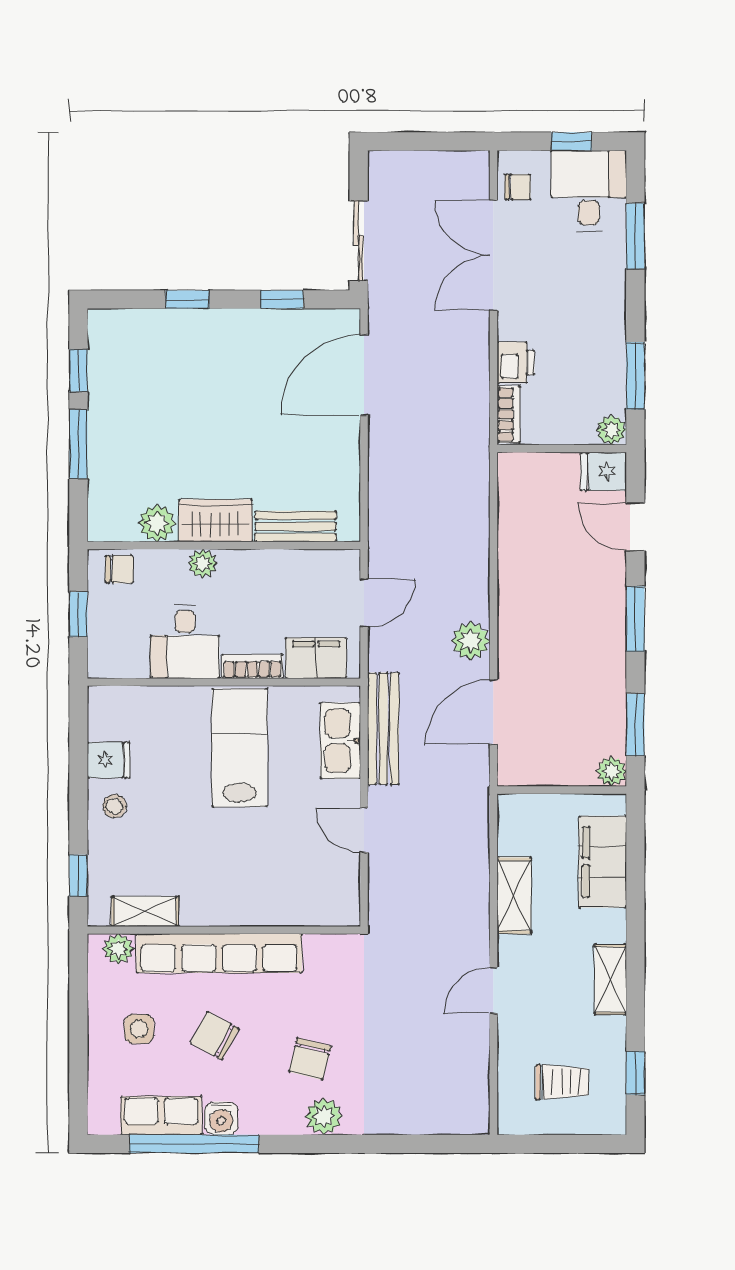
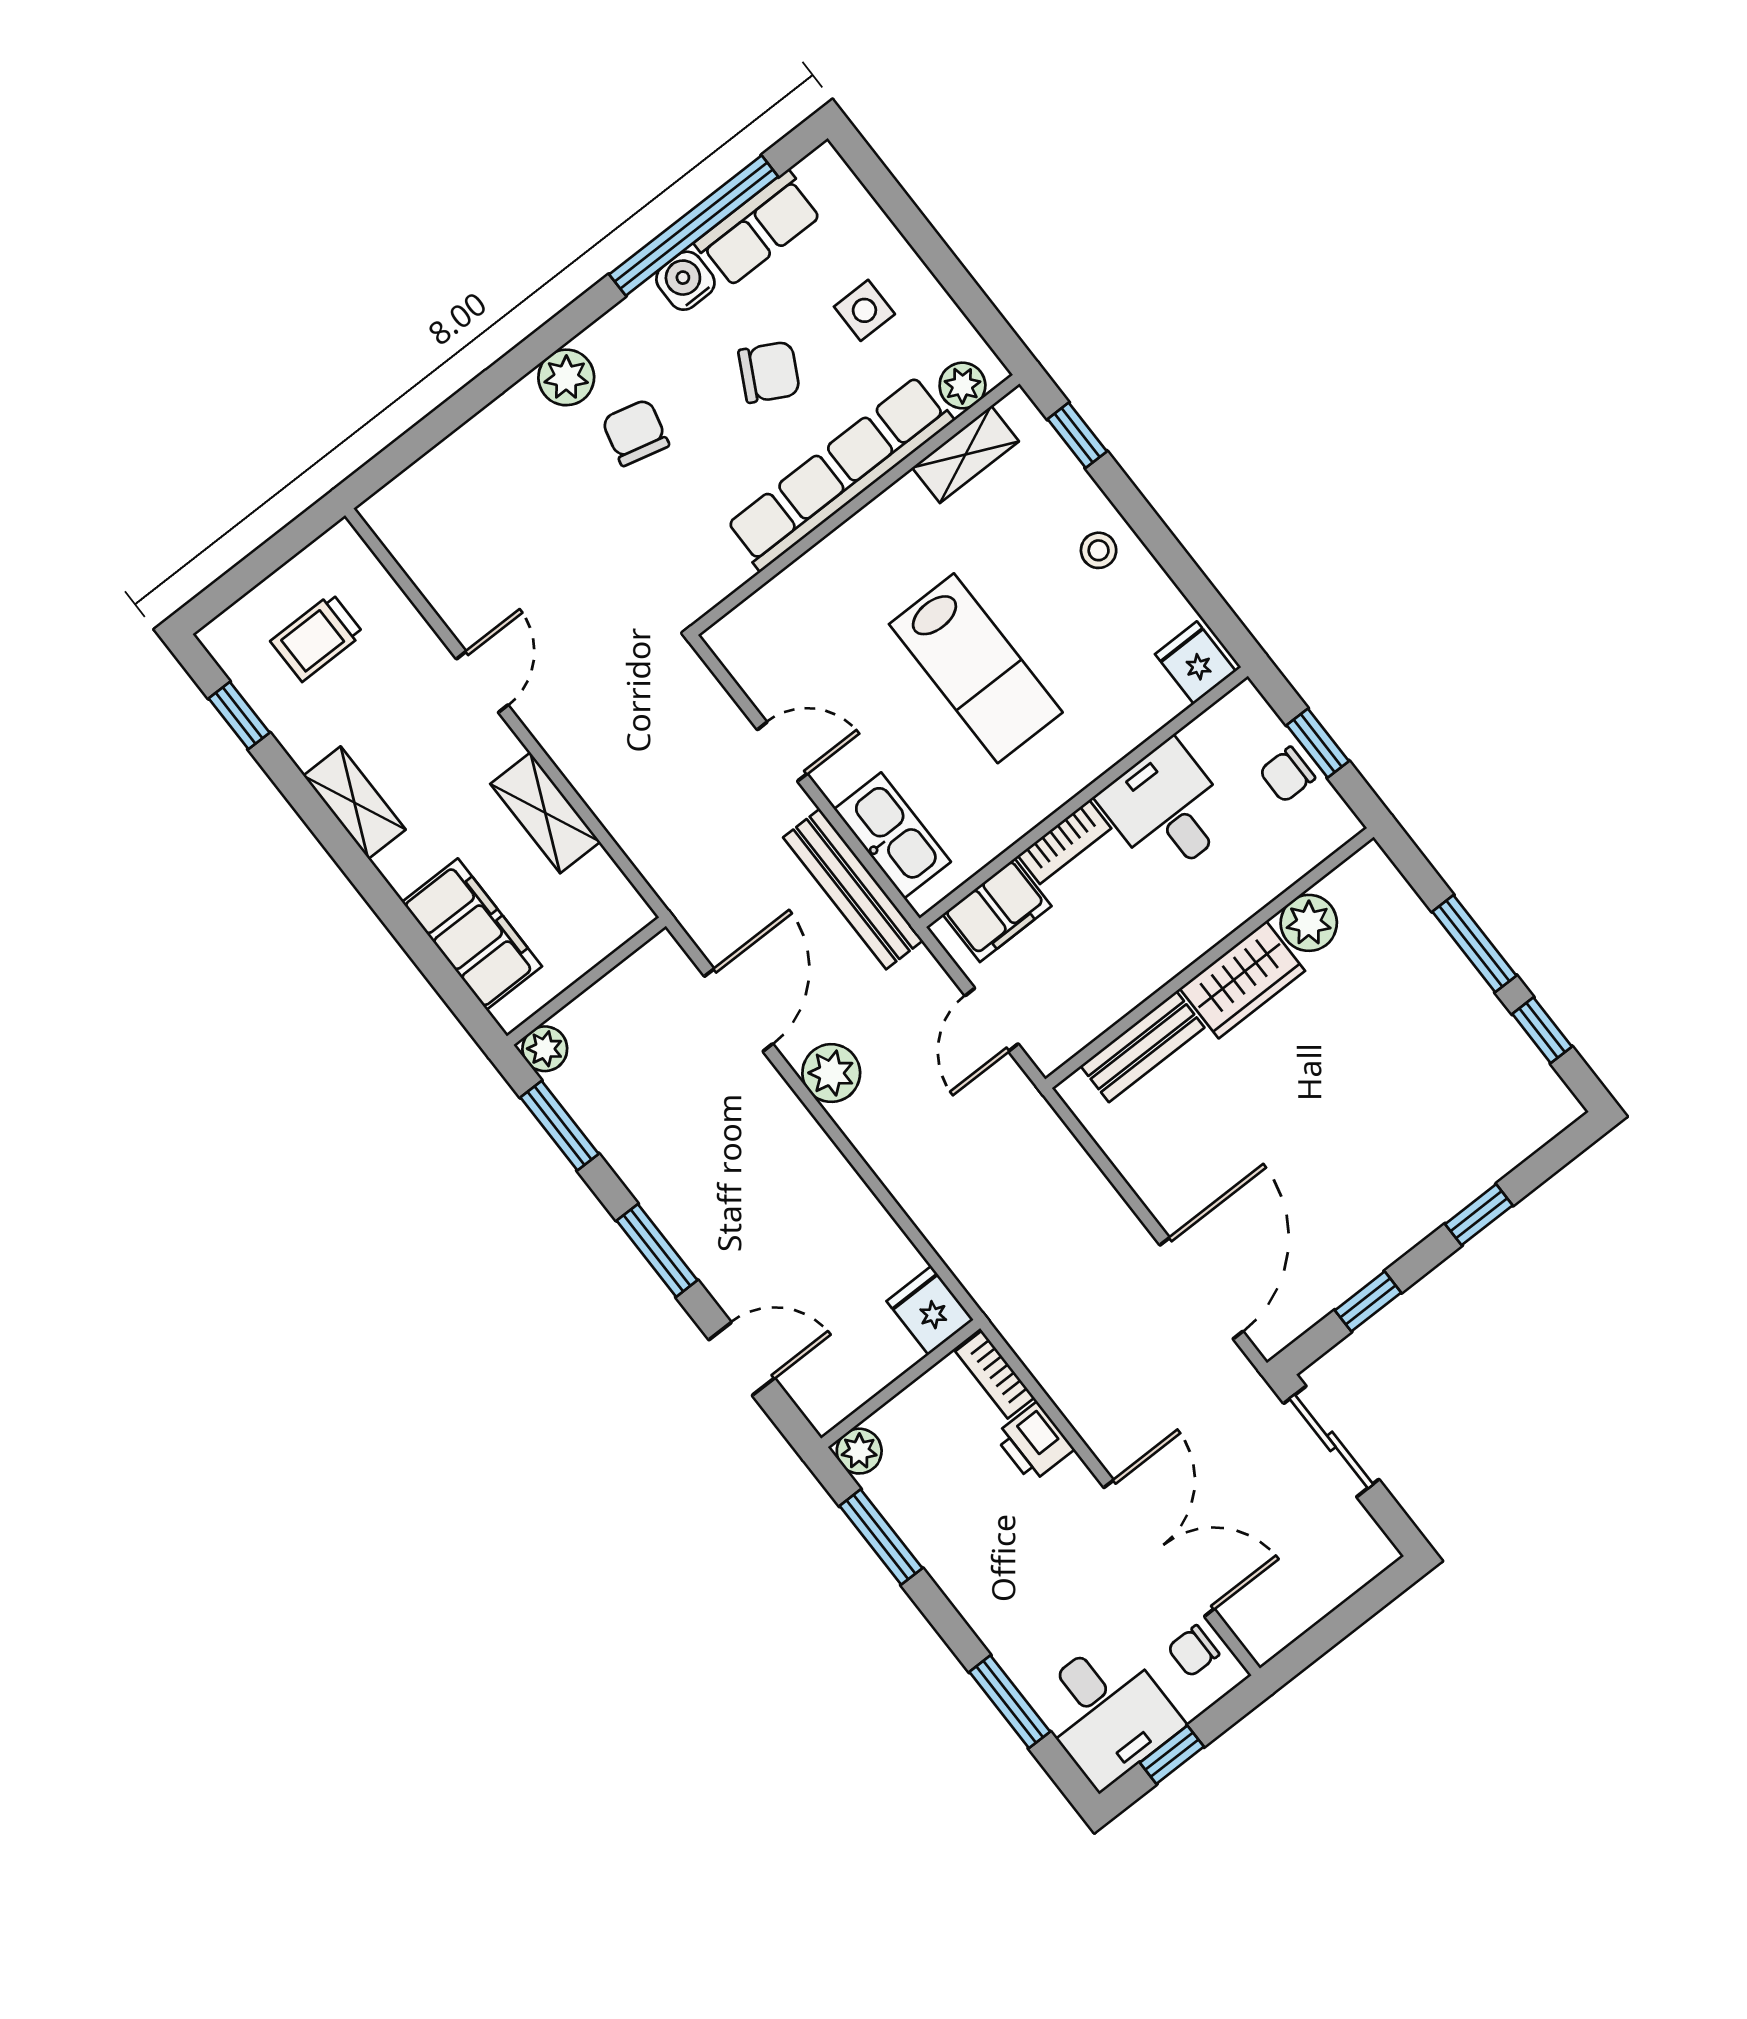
fridge: (604, 471) -> (930, 1310), moved, turned -90
plant: (203, 563) -> (1218, 917), removed
chair: (119, 569) -> (1287, 775), moved
lab bench: (239, 748) -> (976, 668), moved
fridge: (109, 760) -> (1195, 663), moved, turned 90

